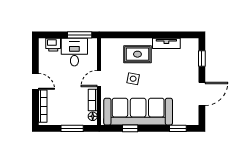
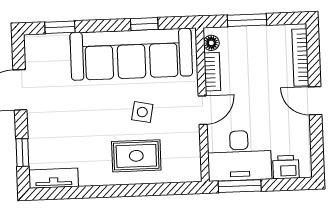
tv unit: (166, 43) -> (54, 178), moved
desk: (74, 52) -> (239, 156), width x1.37

